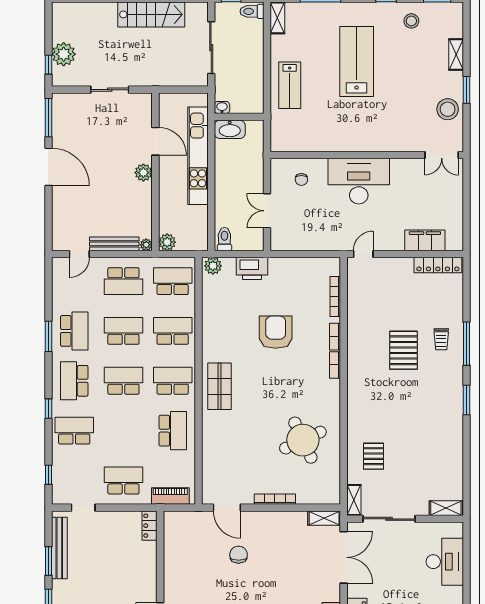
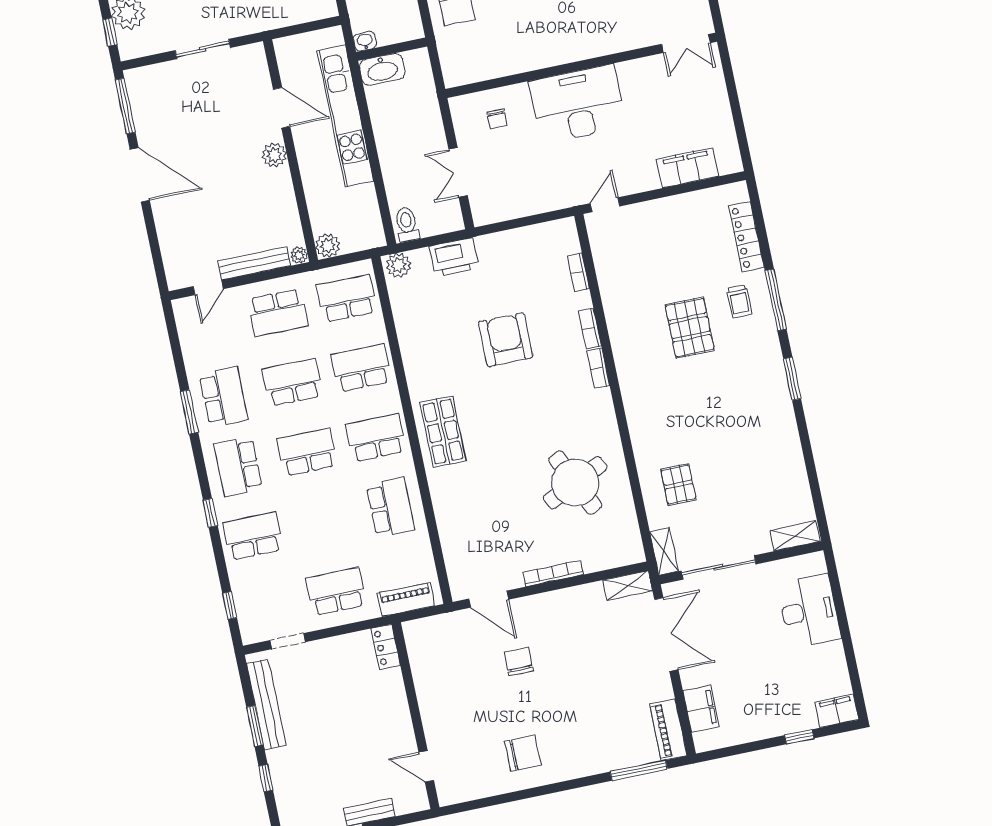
locker: (438, 265) -> (746, 237), moved, turned 90
bookcase: (335, 296) -> (579, 272), width x0.64

